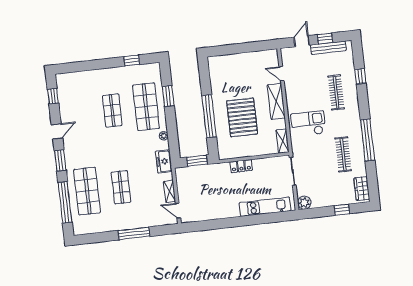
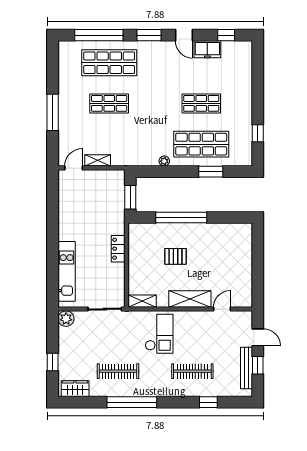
pallet: (242, 117) -> (176, 256), width x0.49, depth x0.50
freezer: (164, 161) -> (207, 49), moved, turned 180

